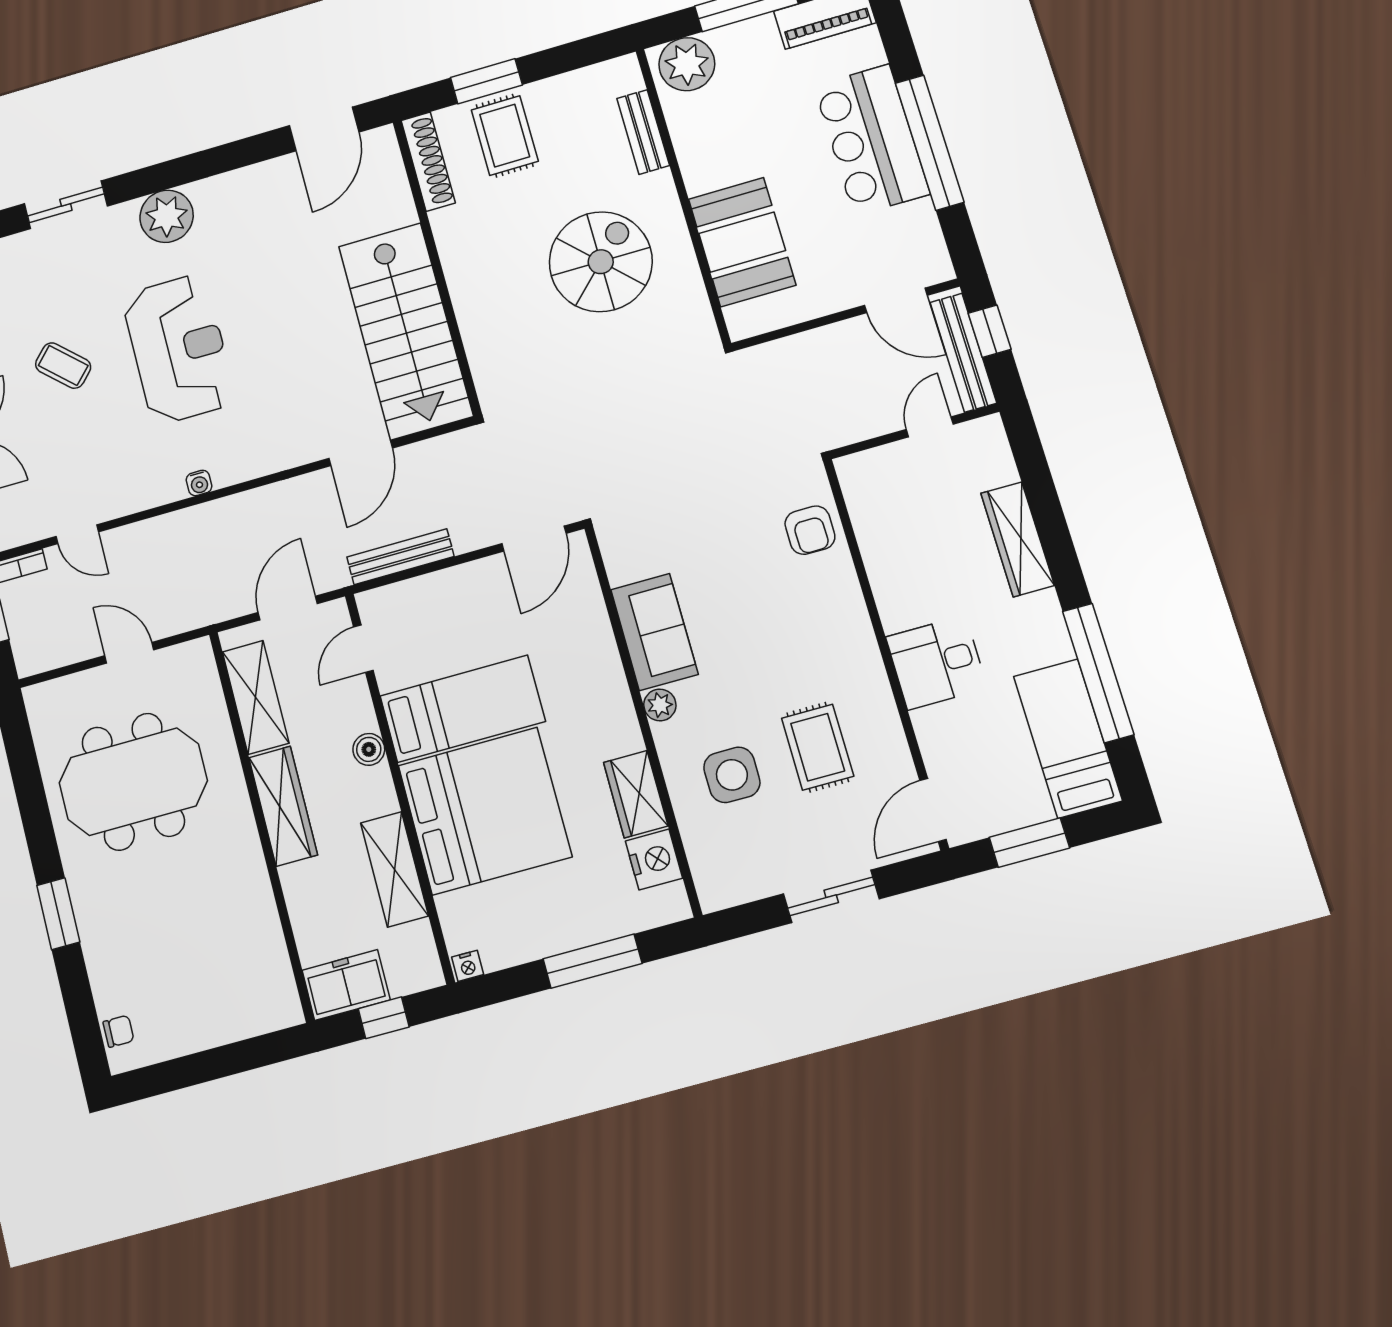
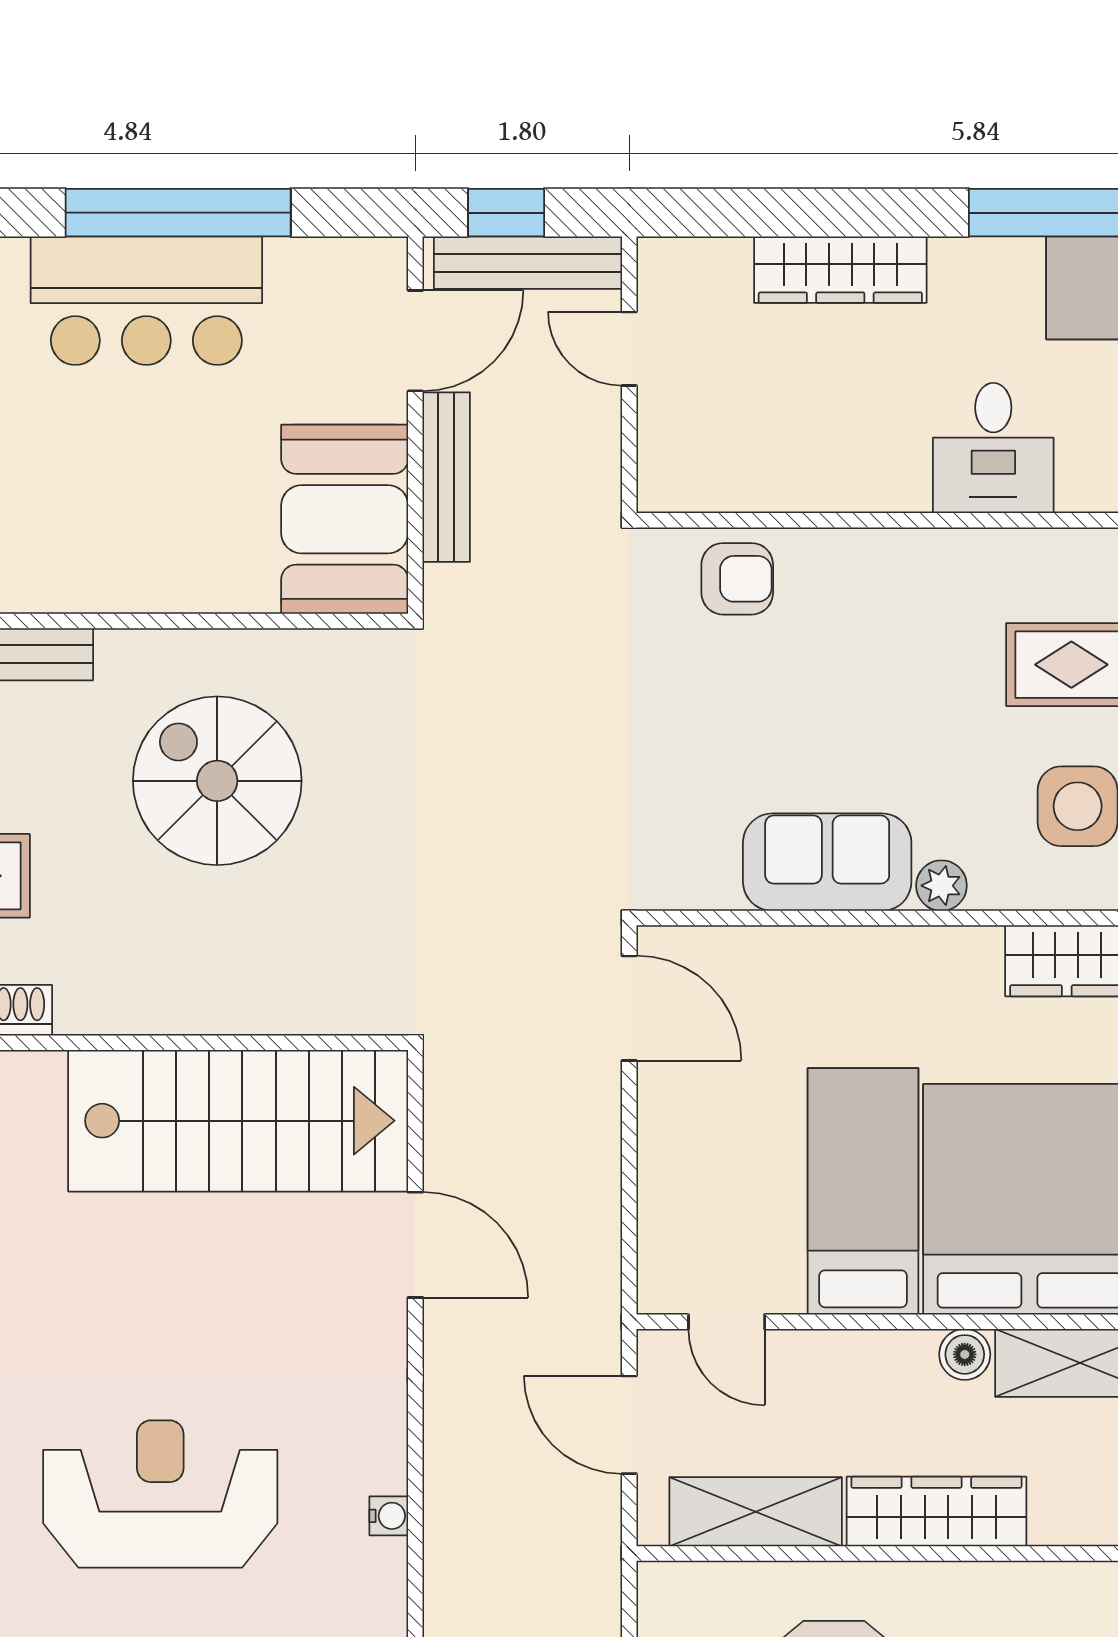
booth: (742, 242) -> (345, 519), moved, turned 90
bench: (400, 557) -> (446, 477), moved
boiler: (369, 749) -> (965, 1354), moved

